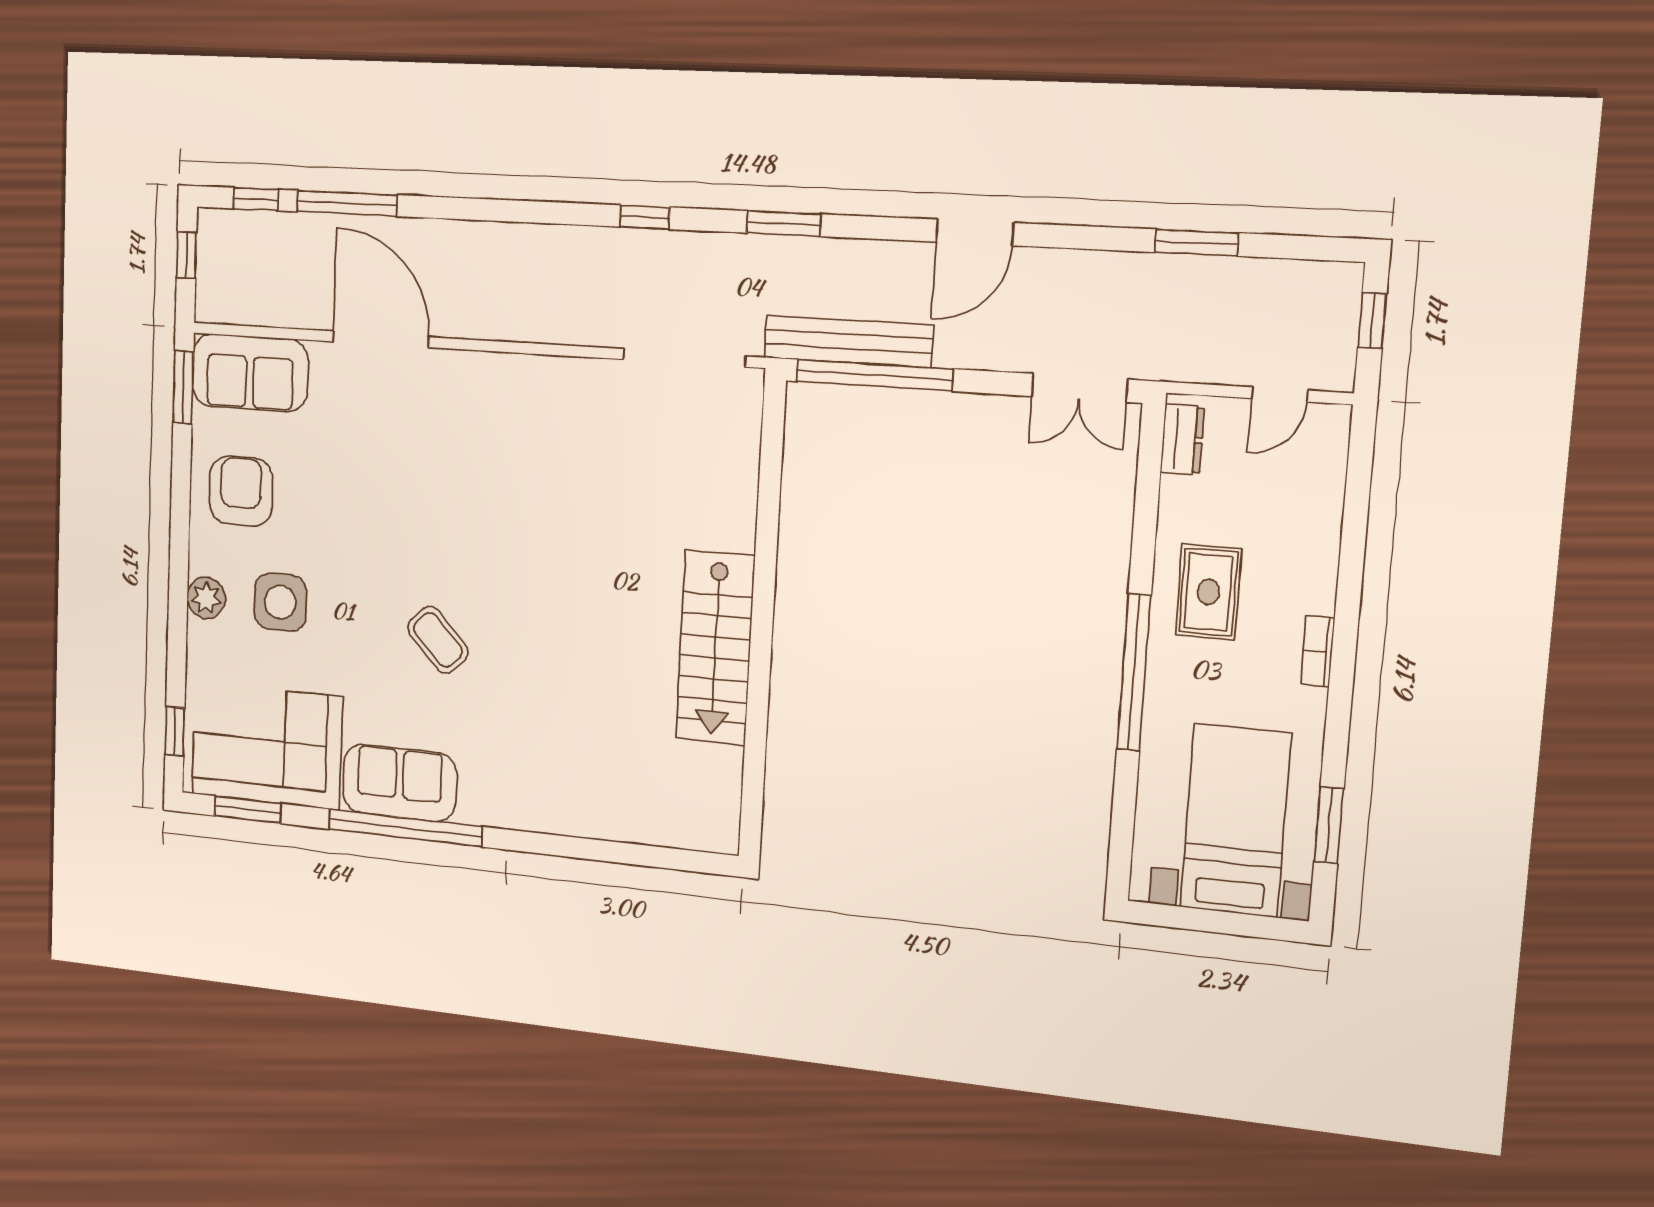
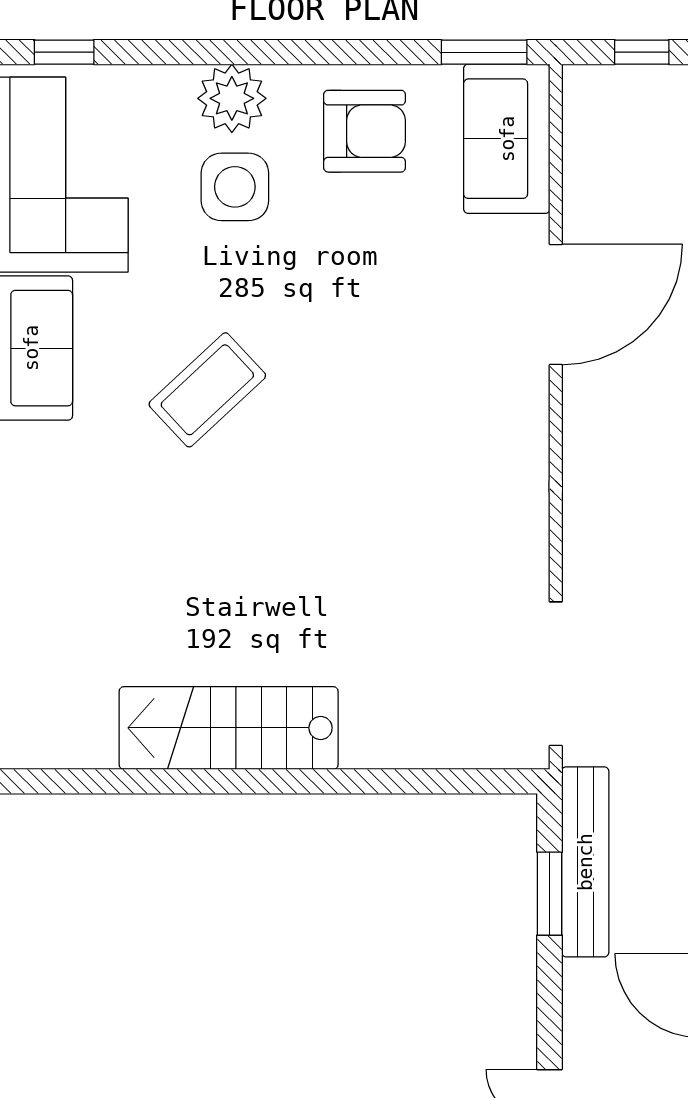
window: (874, 375) -> (549, 894), width x0.47
plant: (206, 598) -> (232, 98), width x1.36, depth x1.36
coffee table: (438, 640) -> (207, 390), width x1.36, depth x1.30

